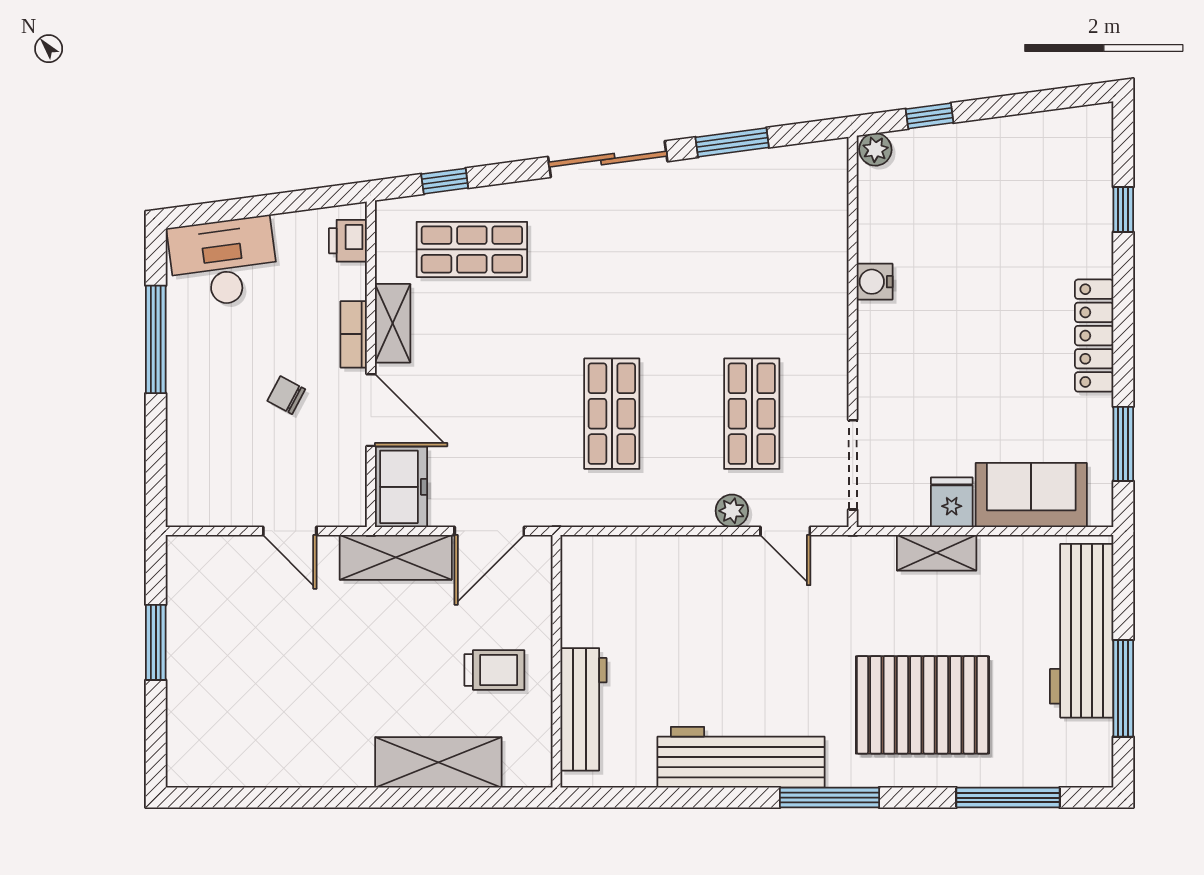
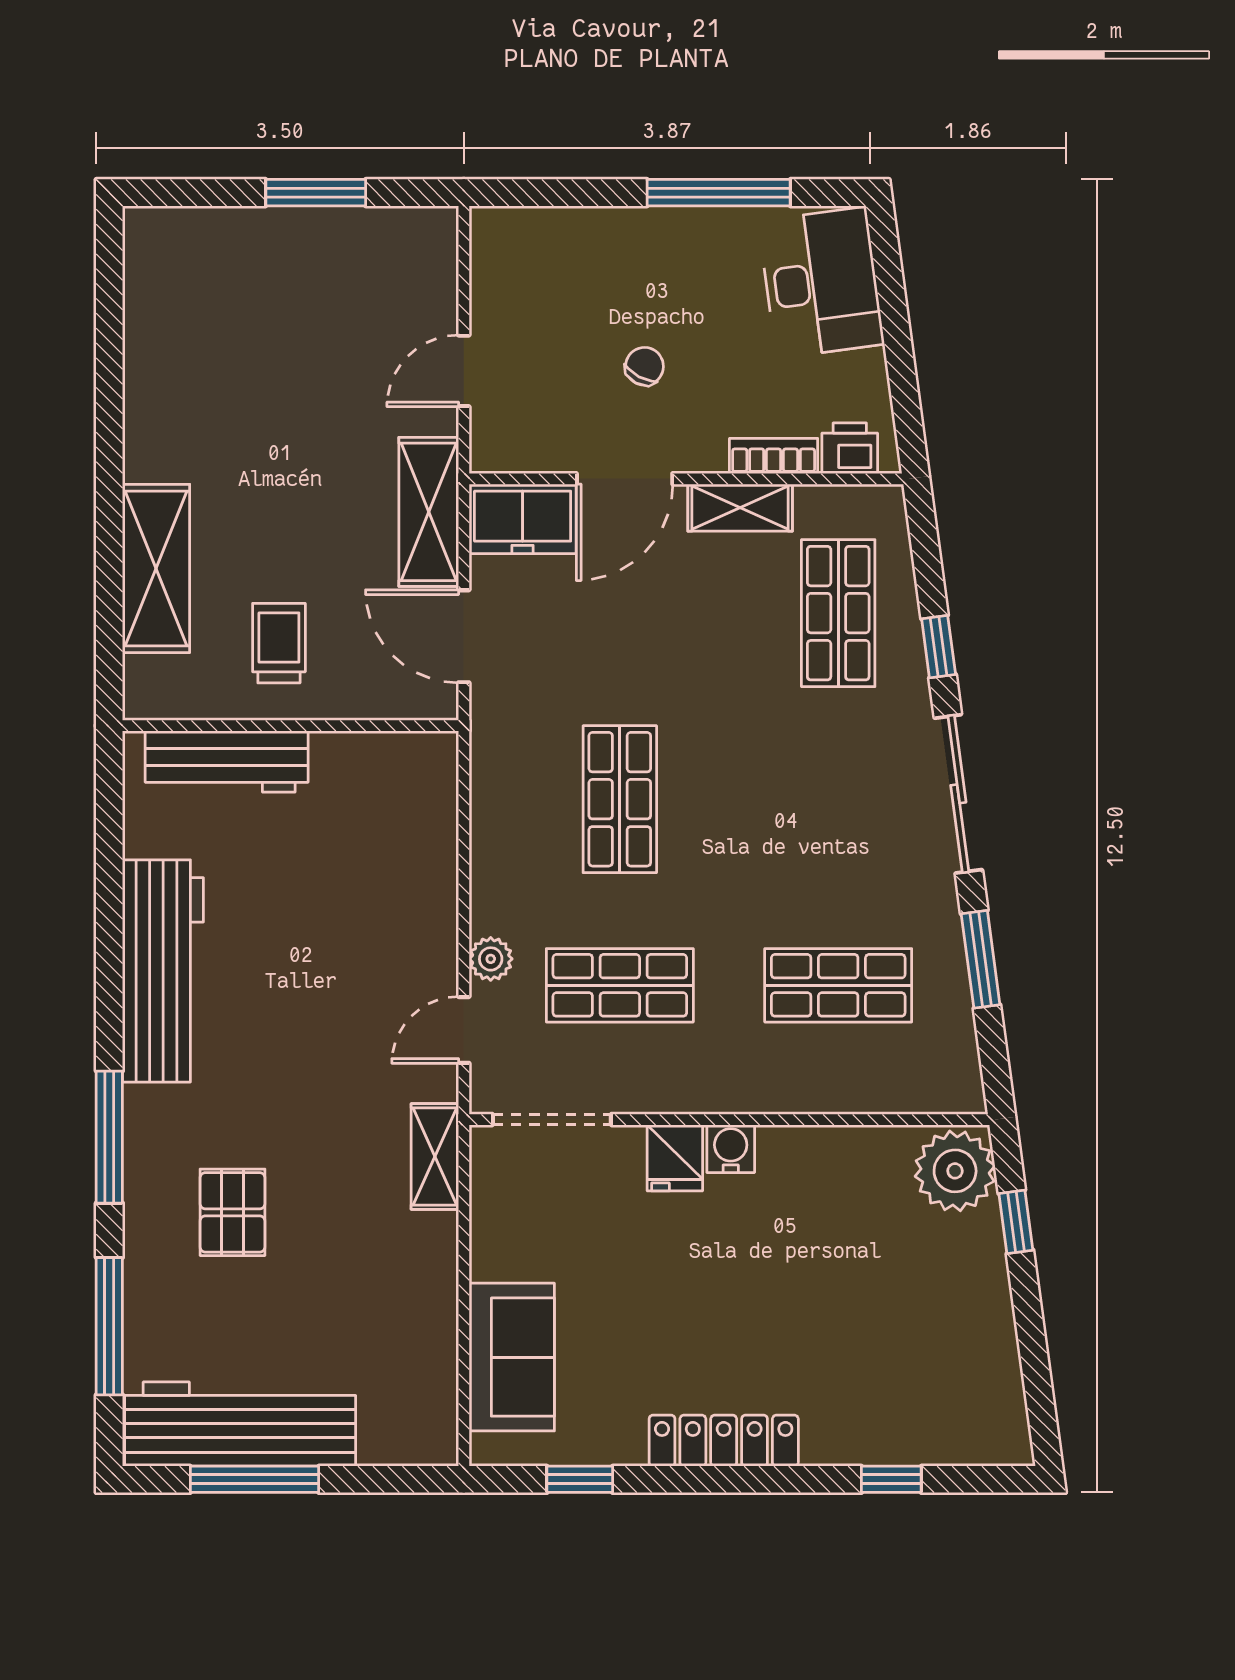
plant: (875, 149) -> (955, 1171), width x1.87, depth x1.87
window: (445, 181) -> (939, 647), moved
shop shelf: (752, 249) -> (838, 985), added
water cooler: (875, 282) -> (731, 1149), moved
bookcase: (354, 334) -> (774, 456), moved
shop shelf: (612, 414) -> (620, 799), turned 90
window: (1123, 444) -> (580, 1479), width x0.67
fridge: (952, 502) -> (675, 1158), moved, turned 90
shelving: (937, 553) -> (435, 1156), moved
workbench: (1082, 631) -> (240, 1424), moved
trolley: (494, 670) -> (279, 643), turned 180
pallet: (922, 705) -> (233, 1212), width x0.49, depth x0.50
window: (830, 798) -> (109, 1137), moved

